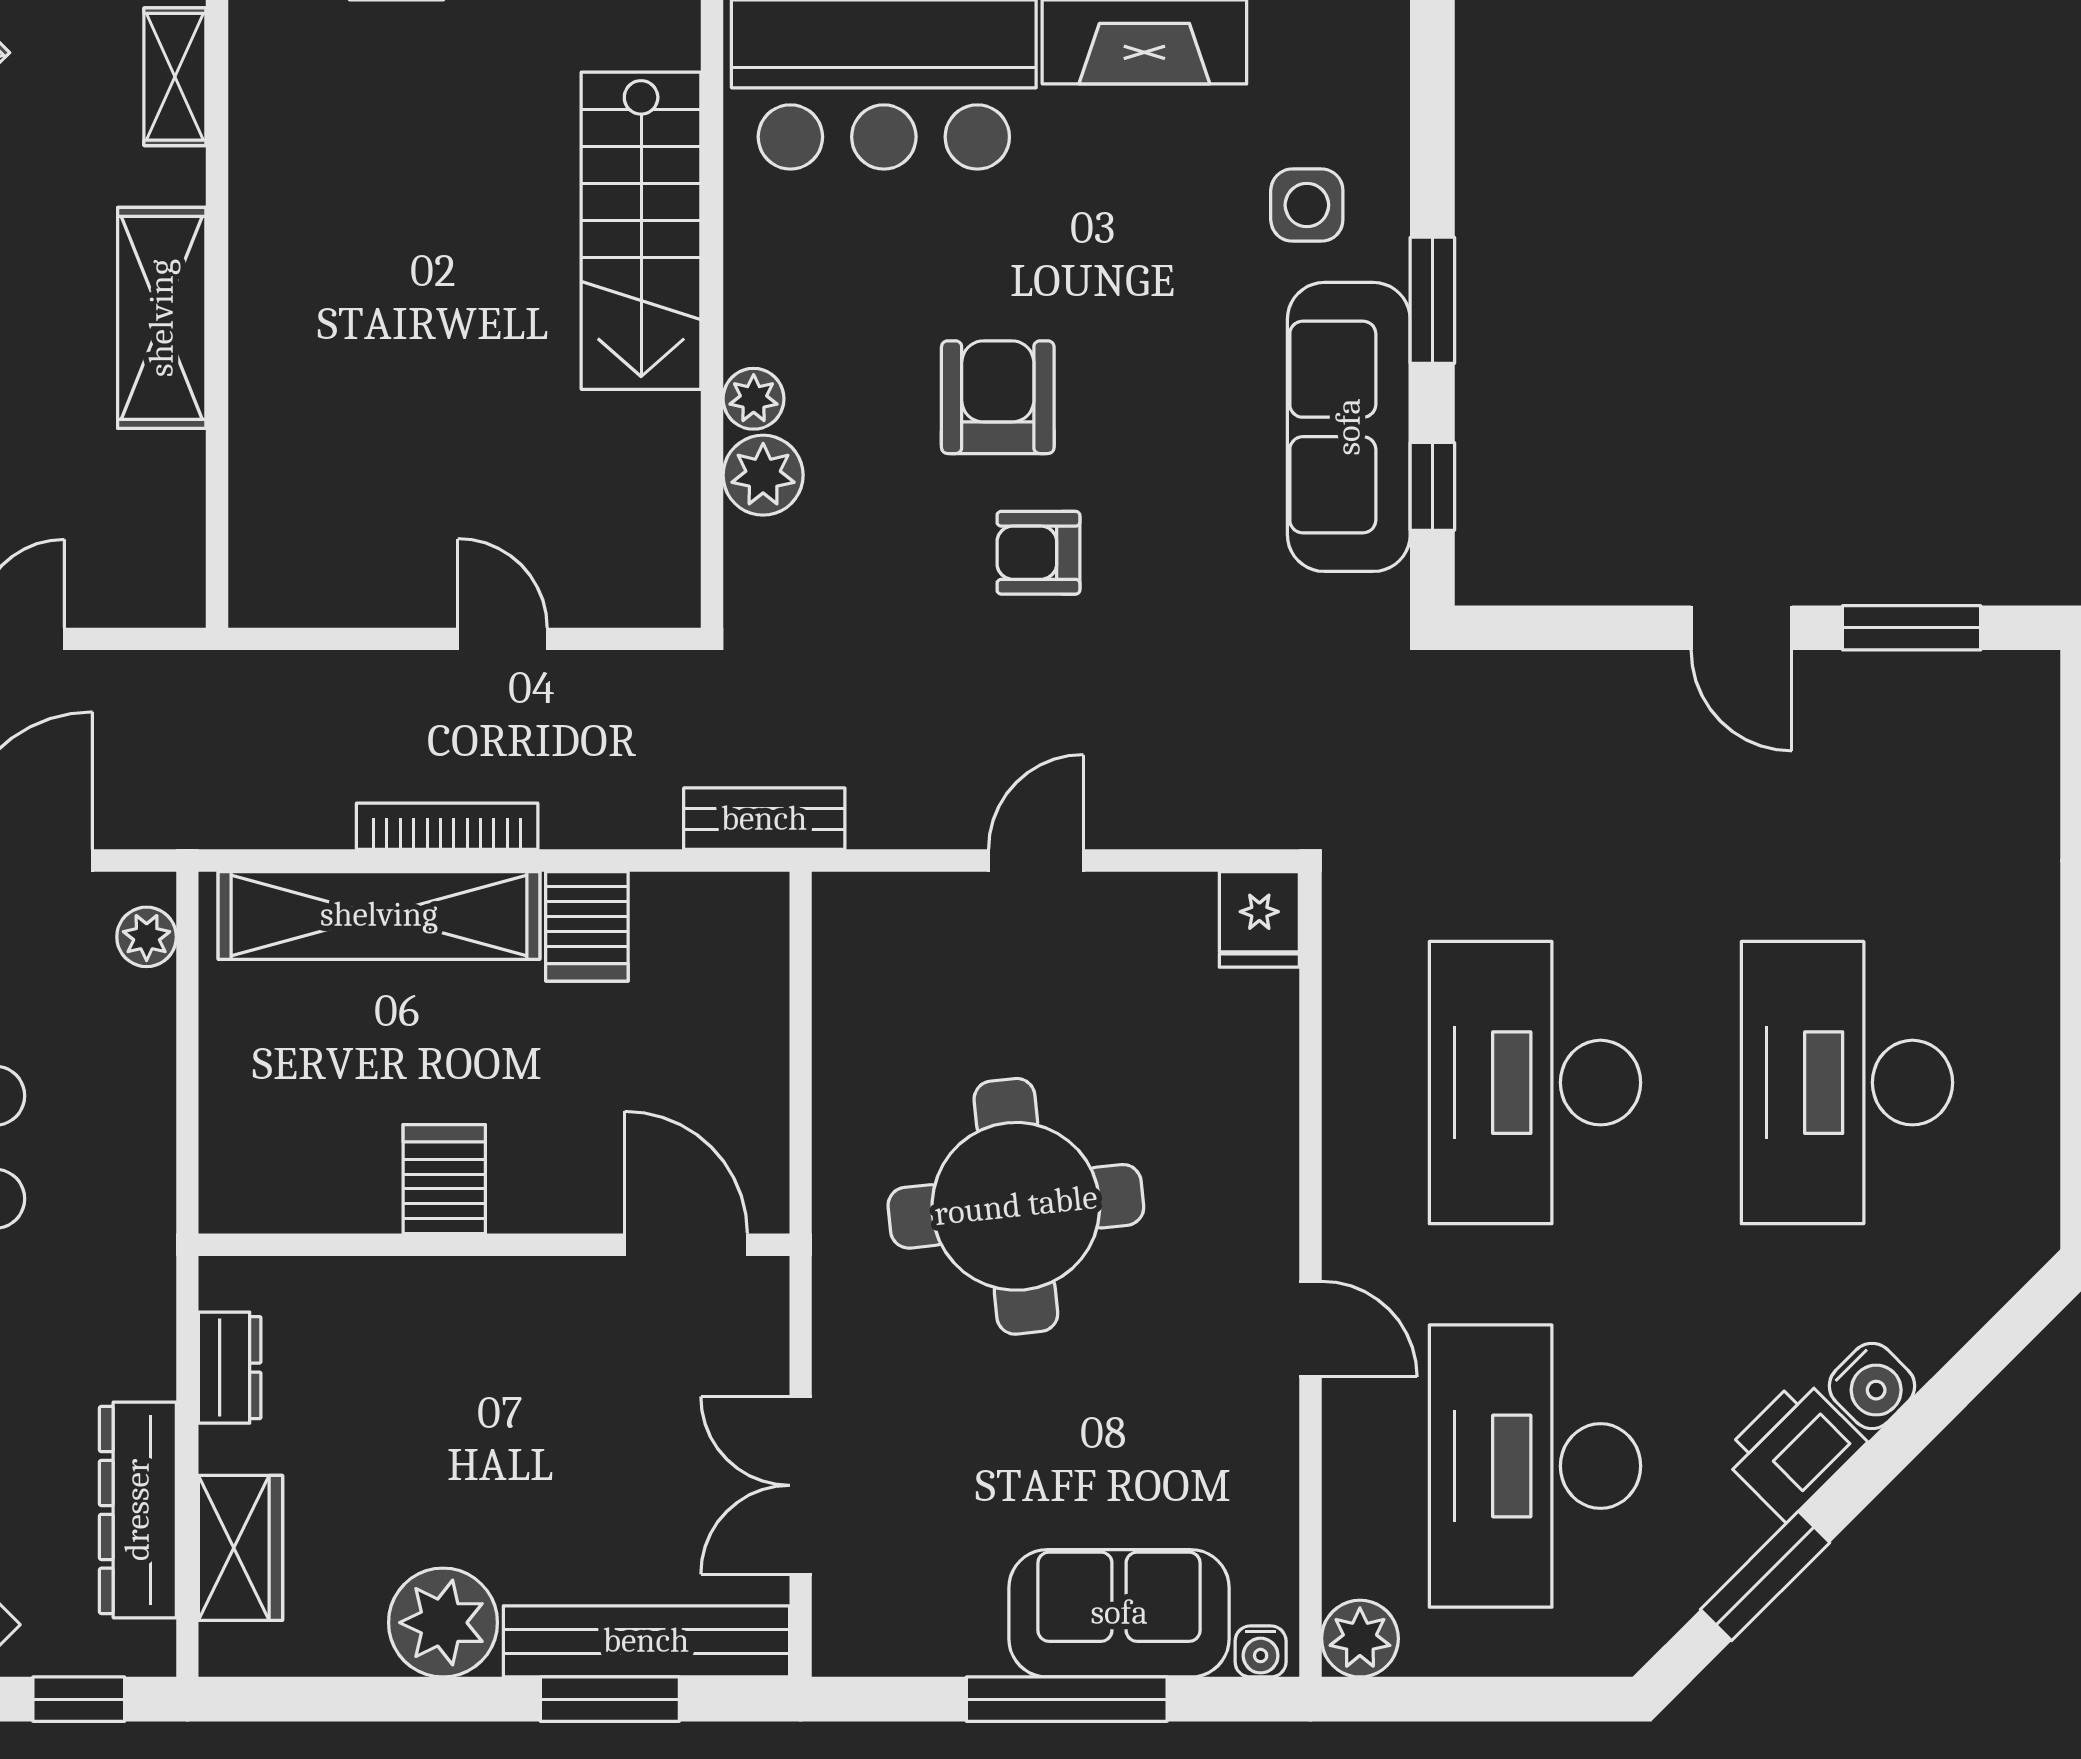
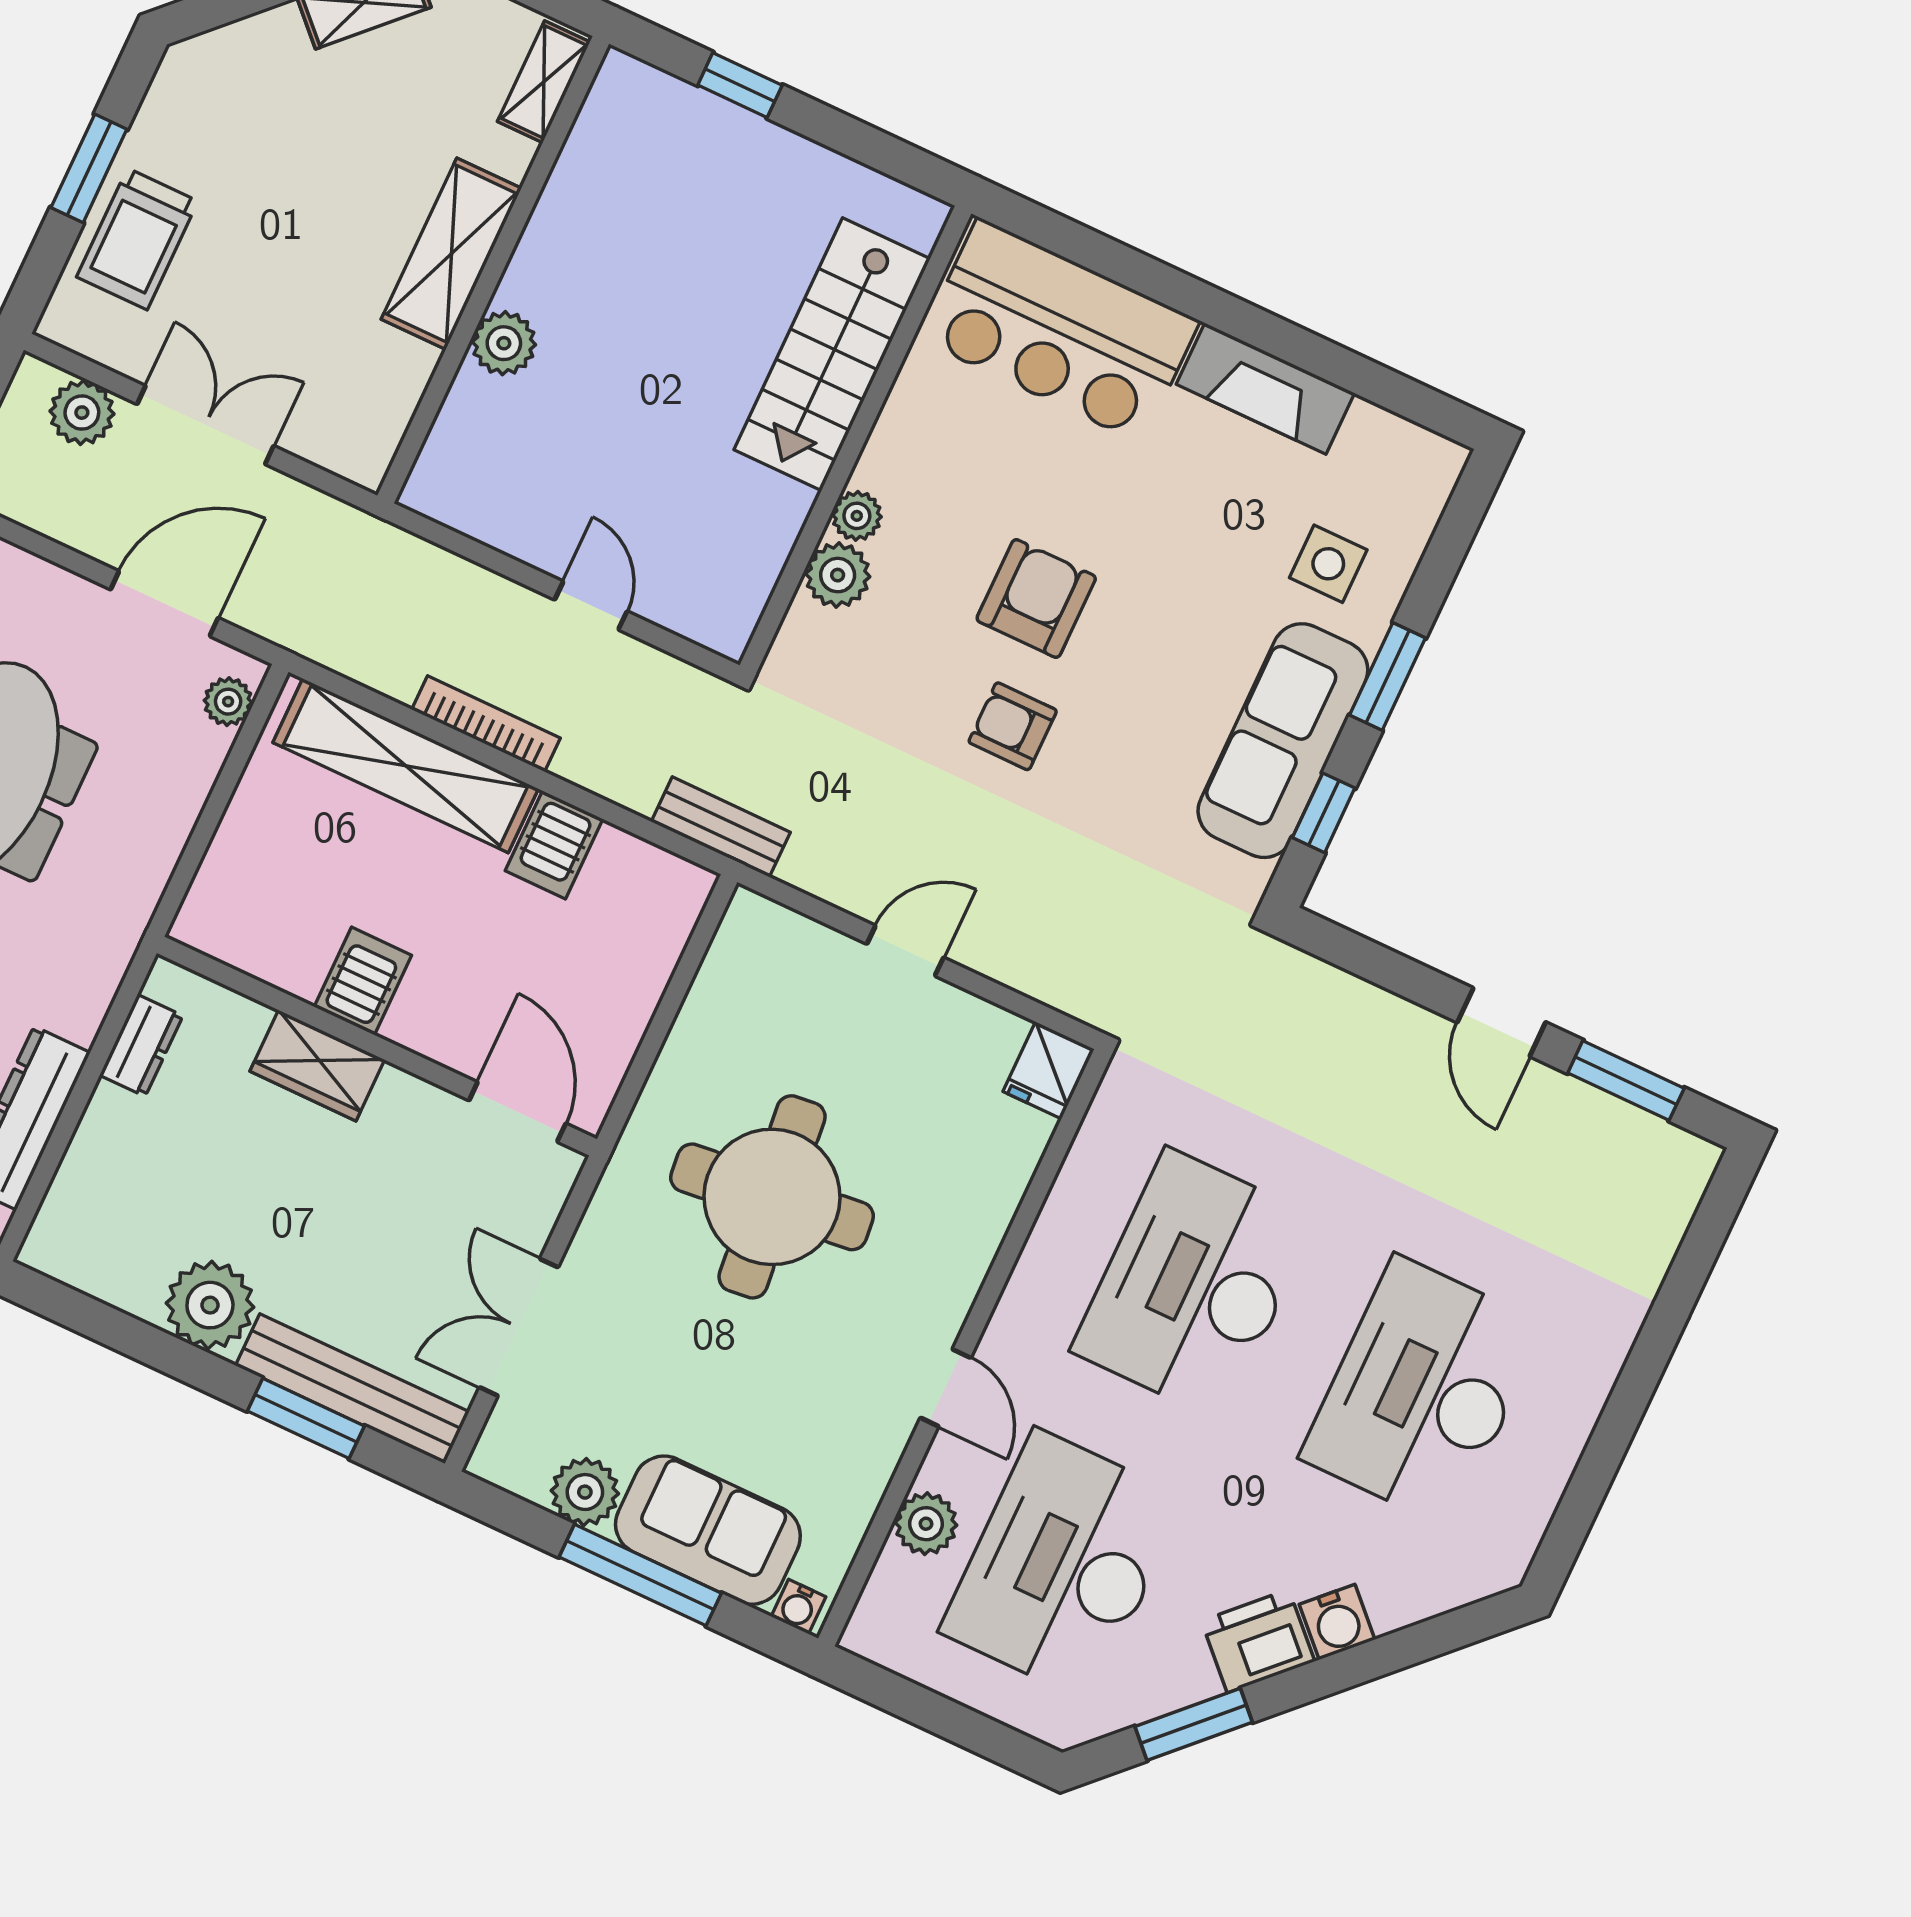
plant: (267, 391) -> (504, 343), added
wardrobe: (240, 1548) -> (317, 1066), moved, turned 90
plant: (961, 1635) -> (585, 1492), added
plant: (1360, 1639) -> (926, 1524), moved

